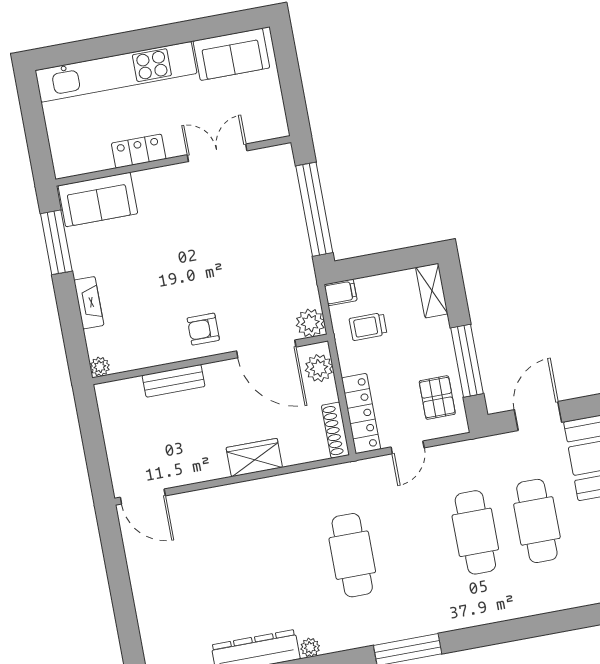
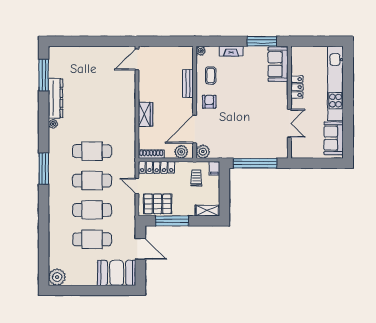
coffee table: (148, 336) -> (211, 76), added
pallet: (437, 398) -> (158, 204), width x1.50, depth x1.42
cafe table: (414, 544) -> (92, 181), added

